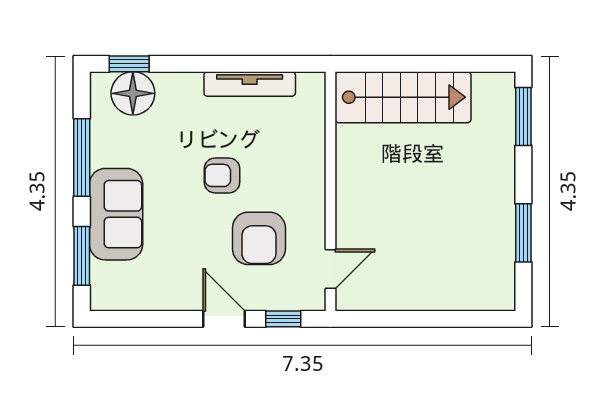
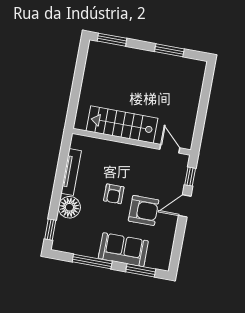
floor lamp: (133, 93) -> (69, 207), moved
stairs: (403, 97) -> (122, 125), moved, turned -90
armchair: (259, 238) -> (144, 210), moved

